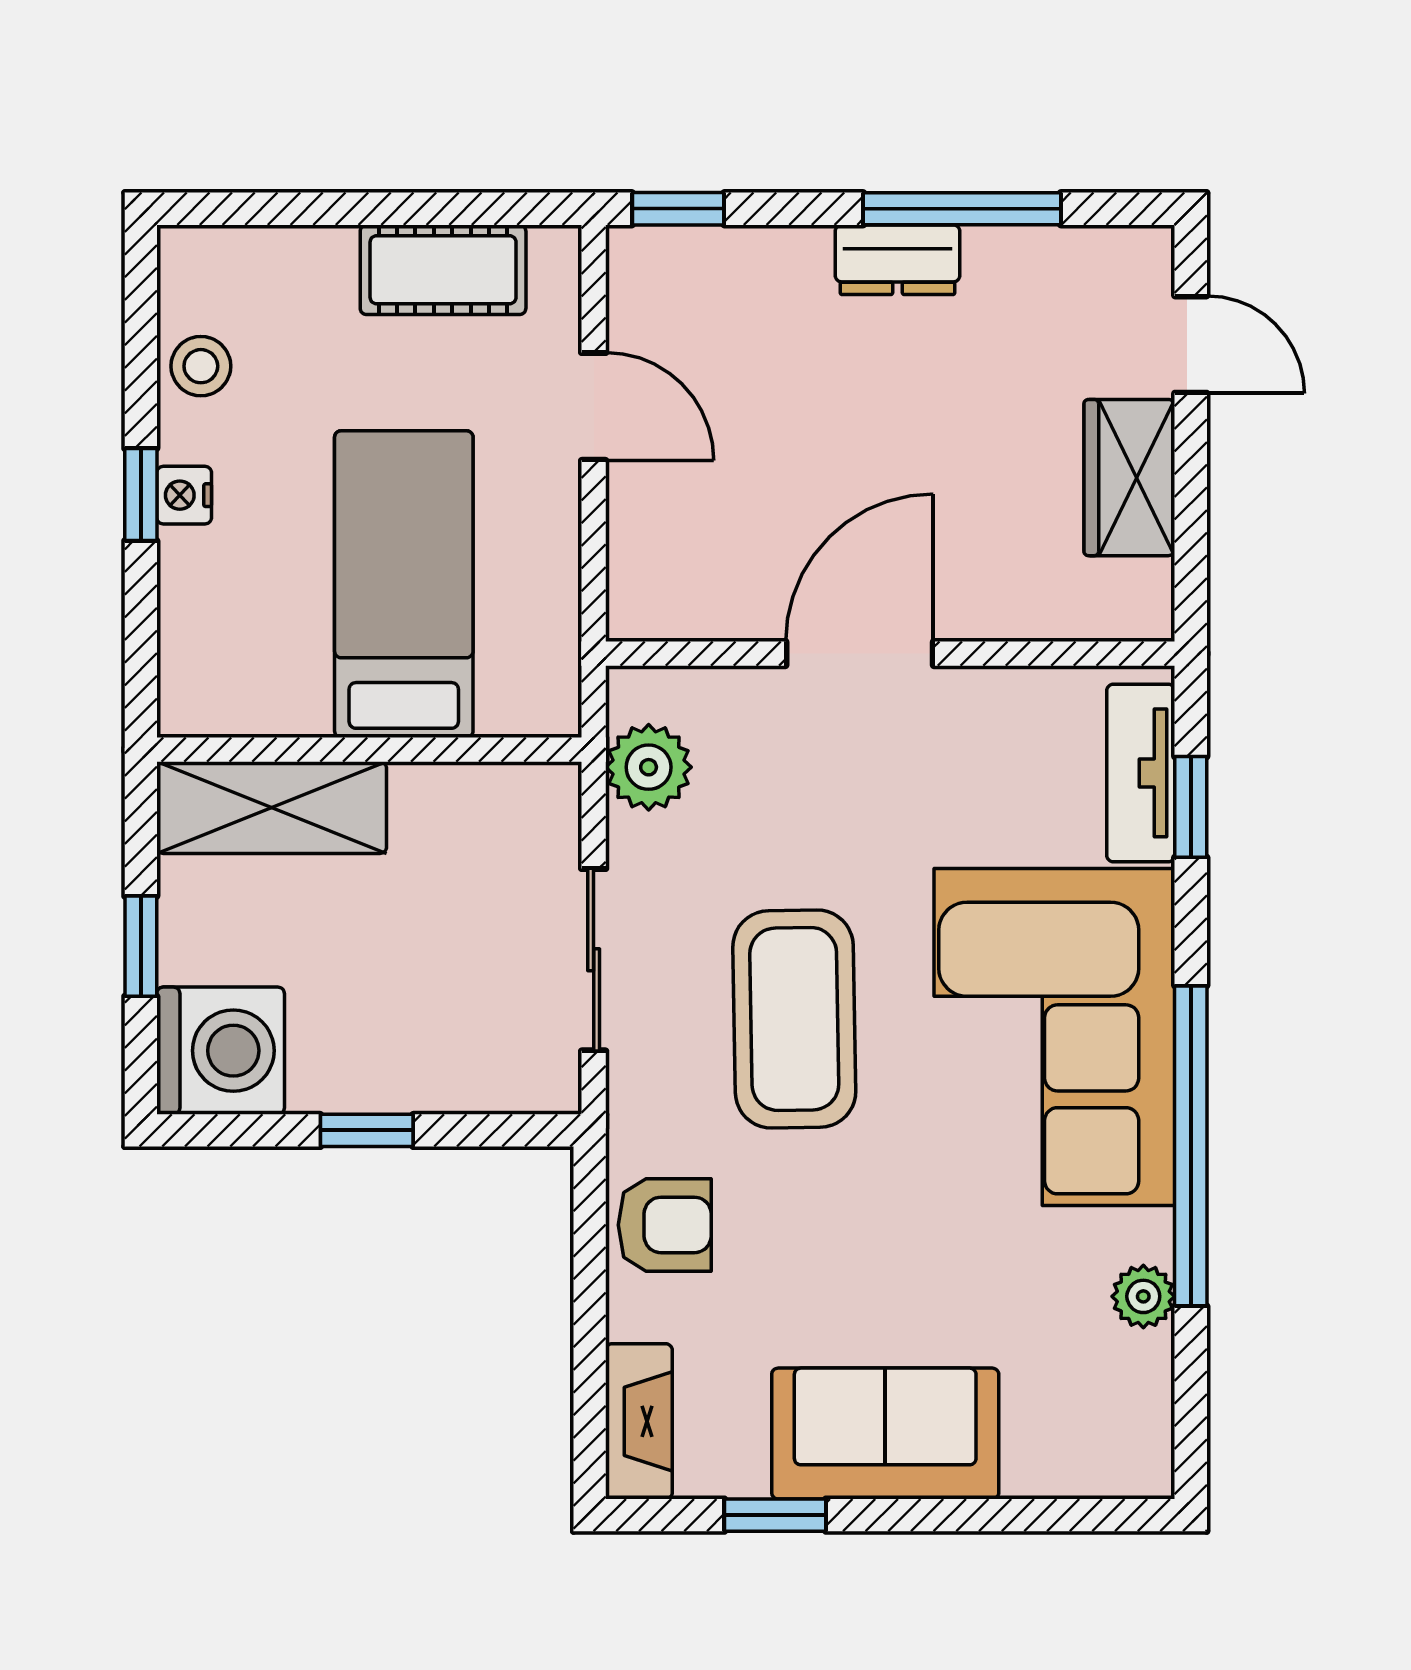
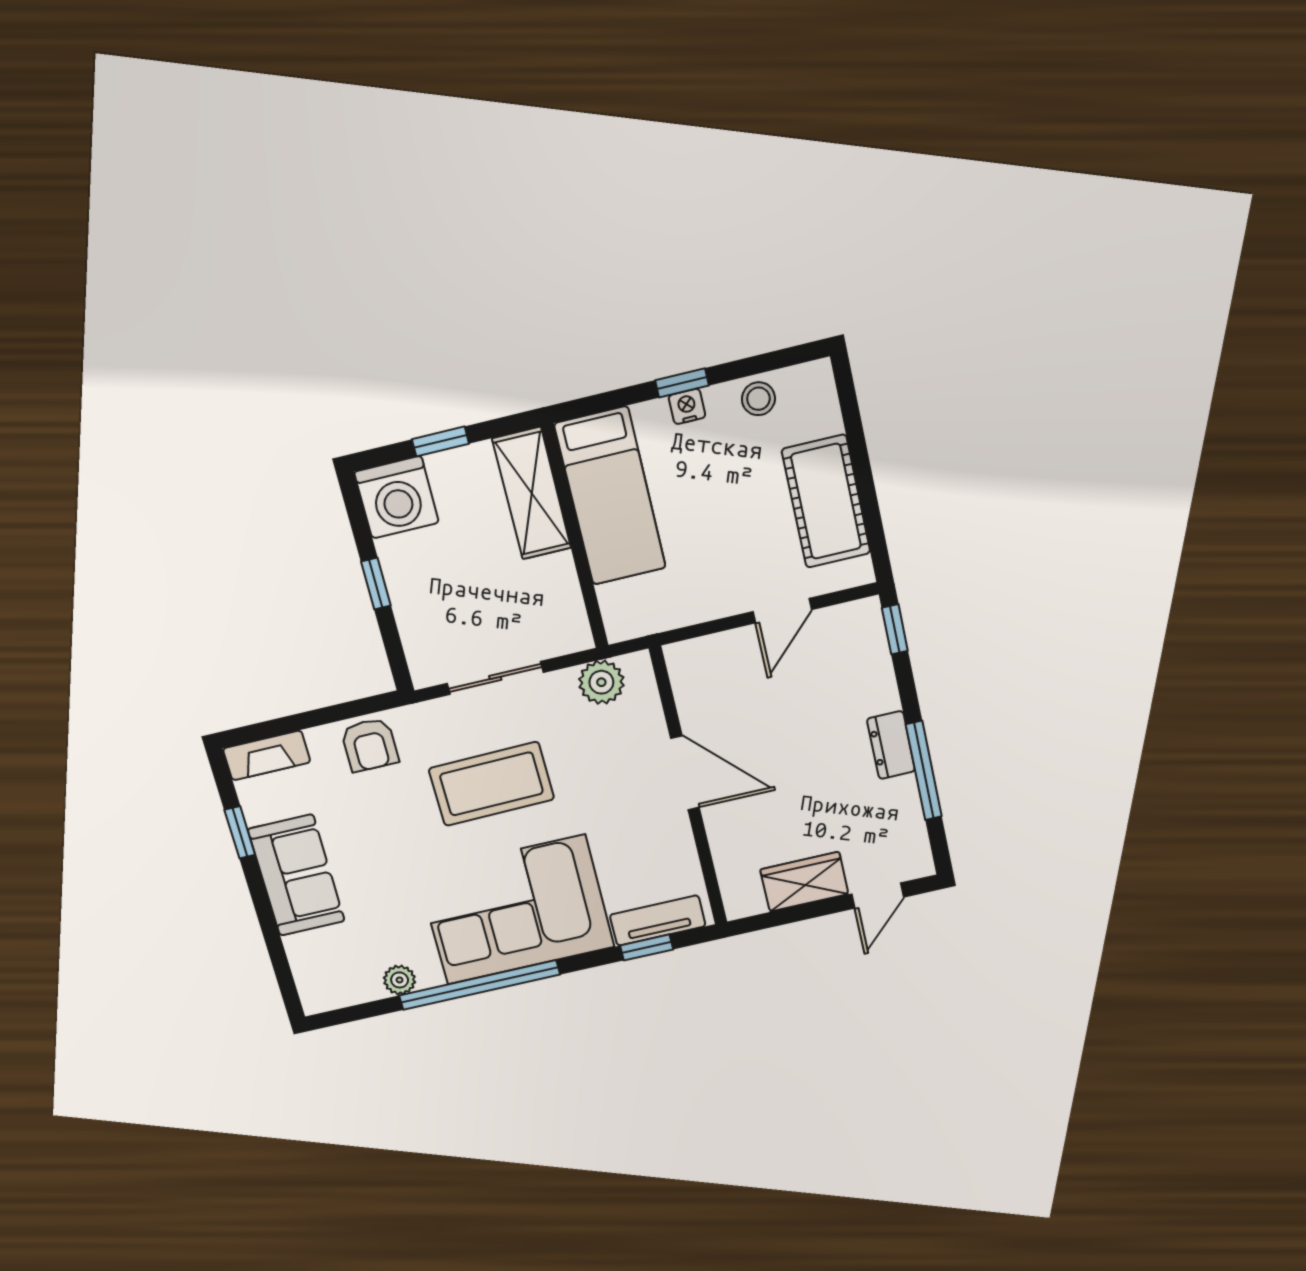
cot: (443, 270) -> (826, 501), width x1.37, depth x1.34
bed: (404, 584) -> (610, 496), moved, turned 90

